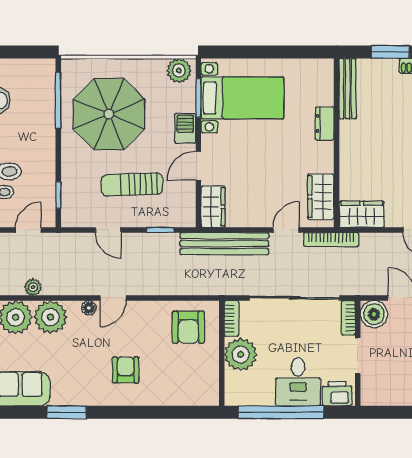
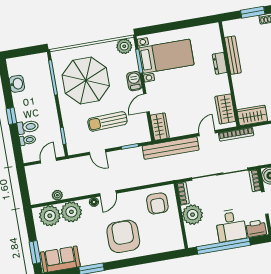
bench: (348, 89) -> (233, 55), moved
armchair: (126, 370) -> (123, 236), width x1.88, depth x1.88

